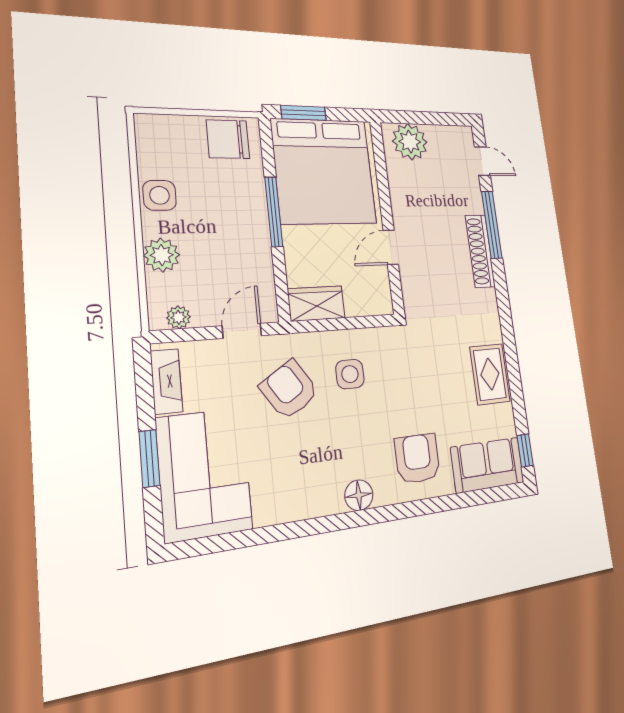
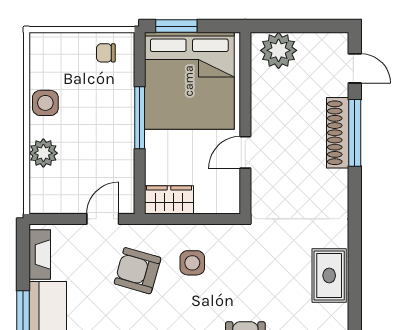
chair: (228, 139) -> (106, 53), width x0.54, depth x0.54
shoe rack: (480, 251) -> (338, 133), moved
plant: (179, 317) -> (53, 204), removed
armchair: (289, 390) -> (138, 271), turned -41

